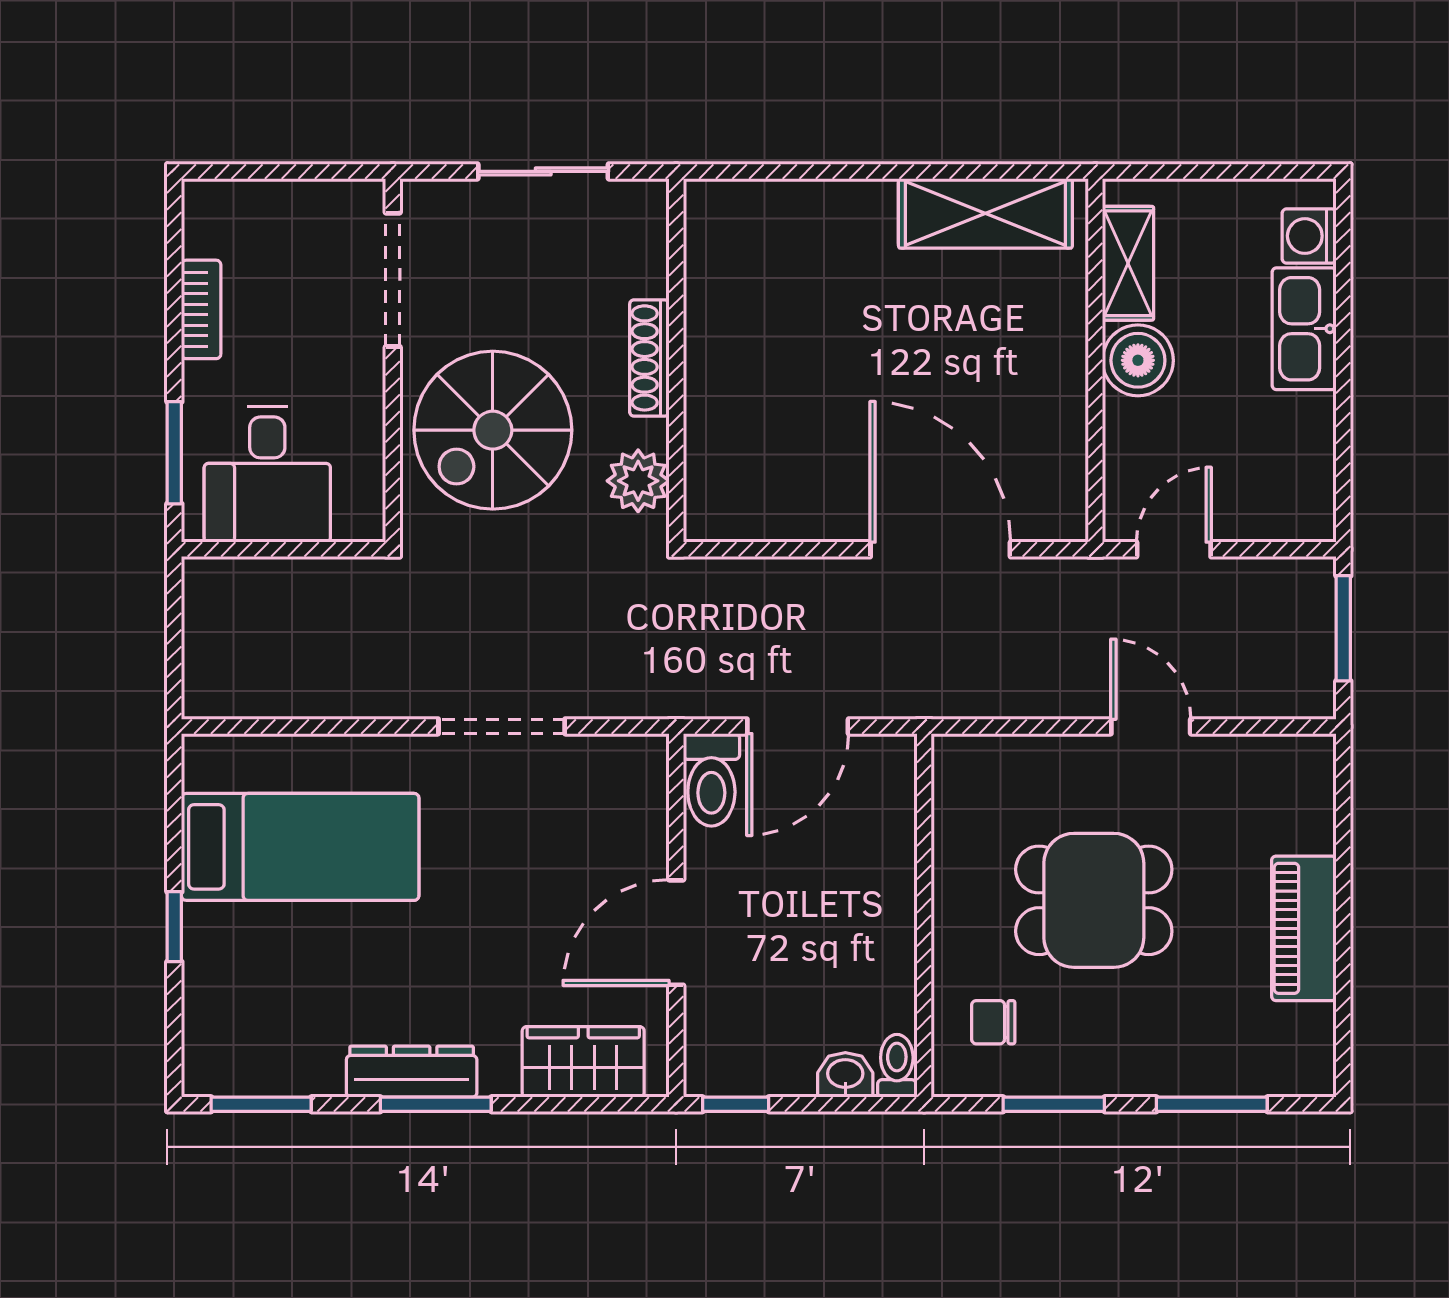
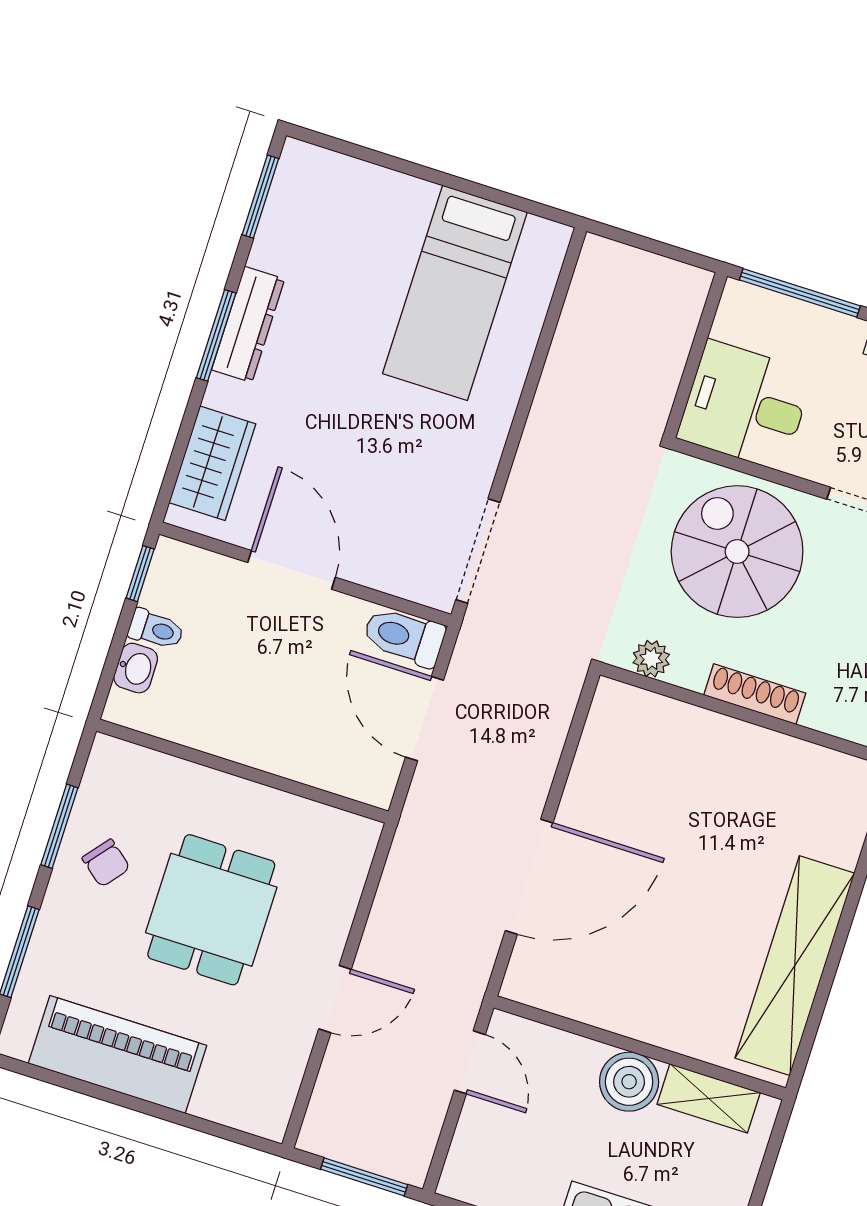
shelving: (985, 213) -> (795, 966), width x1.47
window: (174, 453) -> (800, 293), width x1.44
desk: (267, 474) -> (745, 405), moved
plant: (638, 481) -> (651, 659), width x0.73, depth x0.73
doorway: (502, 726) -> (478, 551), moved
window: (174, 927) -> (423, 173), removed
piano: (1304, 928) -> (117, 1054), width x1.37, depth x1.33
chair: (993, 1022) -> (106, 863), moved, turned 129
toilet: (897, 1066) -> (156, 629), moved

